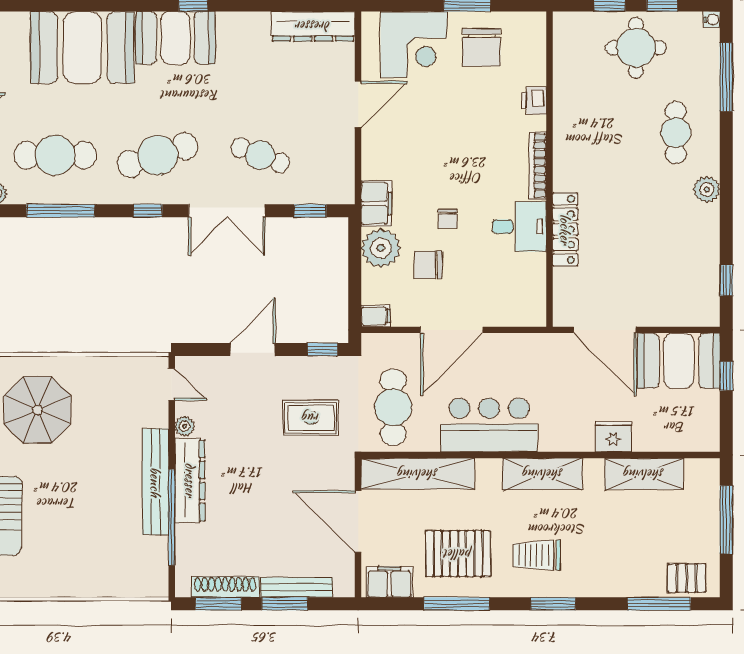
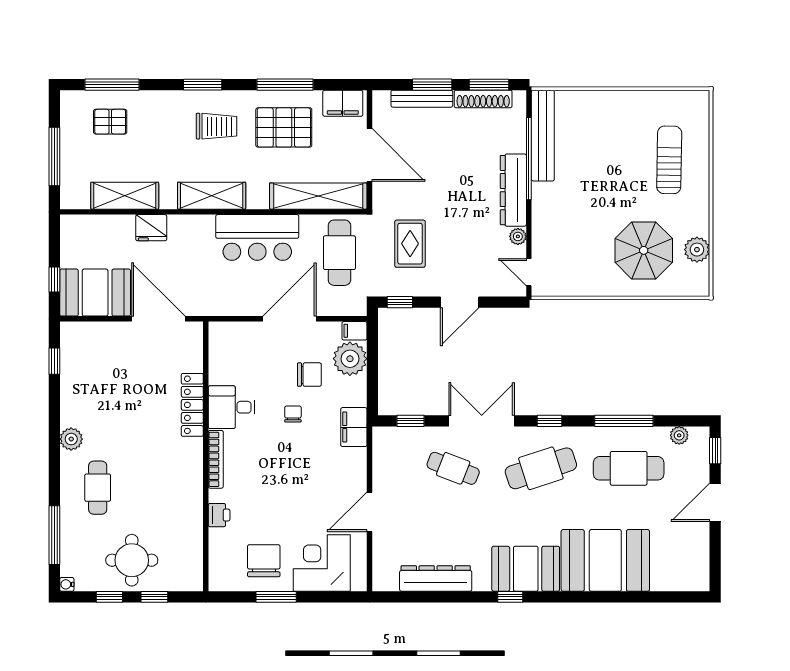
dresser: (313, 26) -> (436, 579), moved
plant: (381, 248) -> (350, 359), moved
rug: (311, 418) -> (410, 244), turned 90
bench: (155, 482) -> (543, 136), moved
pallet: (687, 578) -> (110, 122), moved

